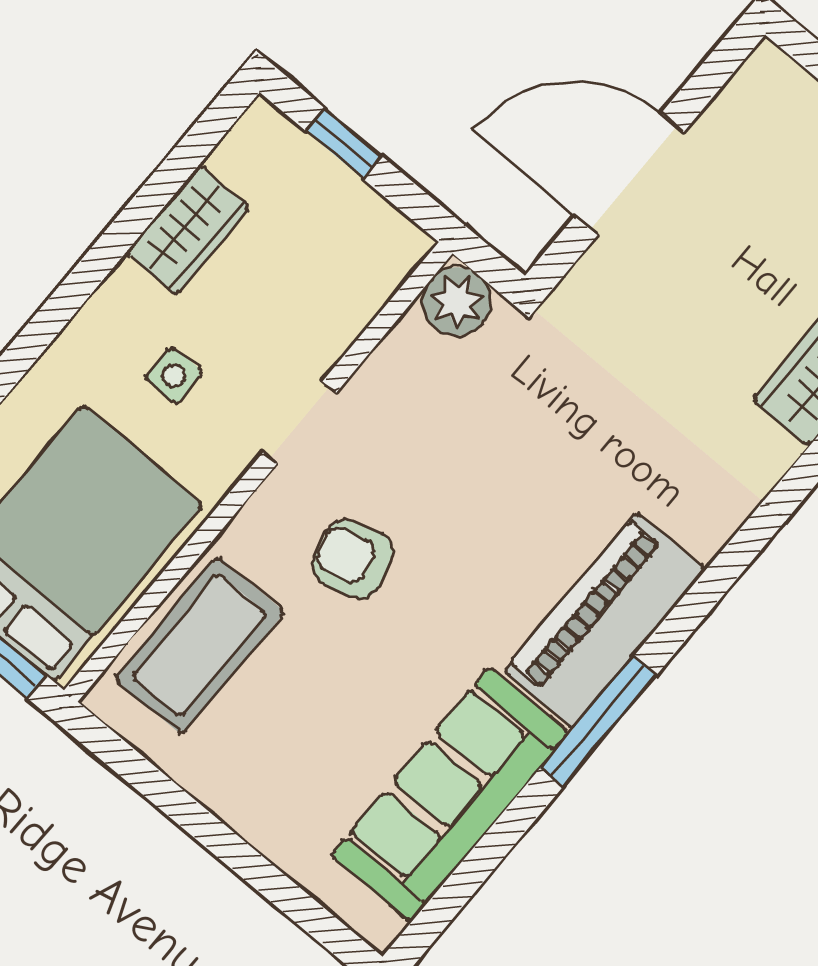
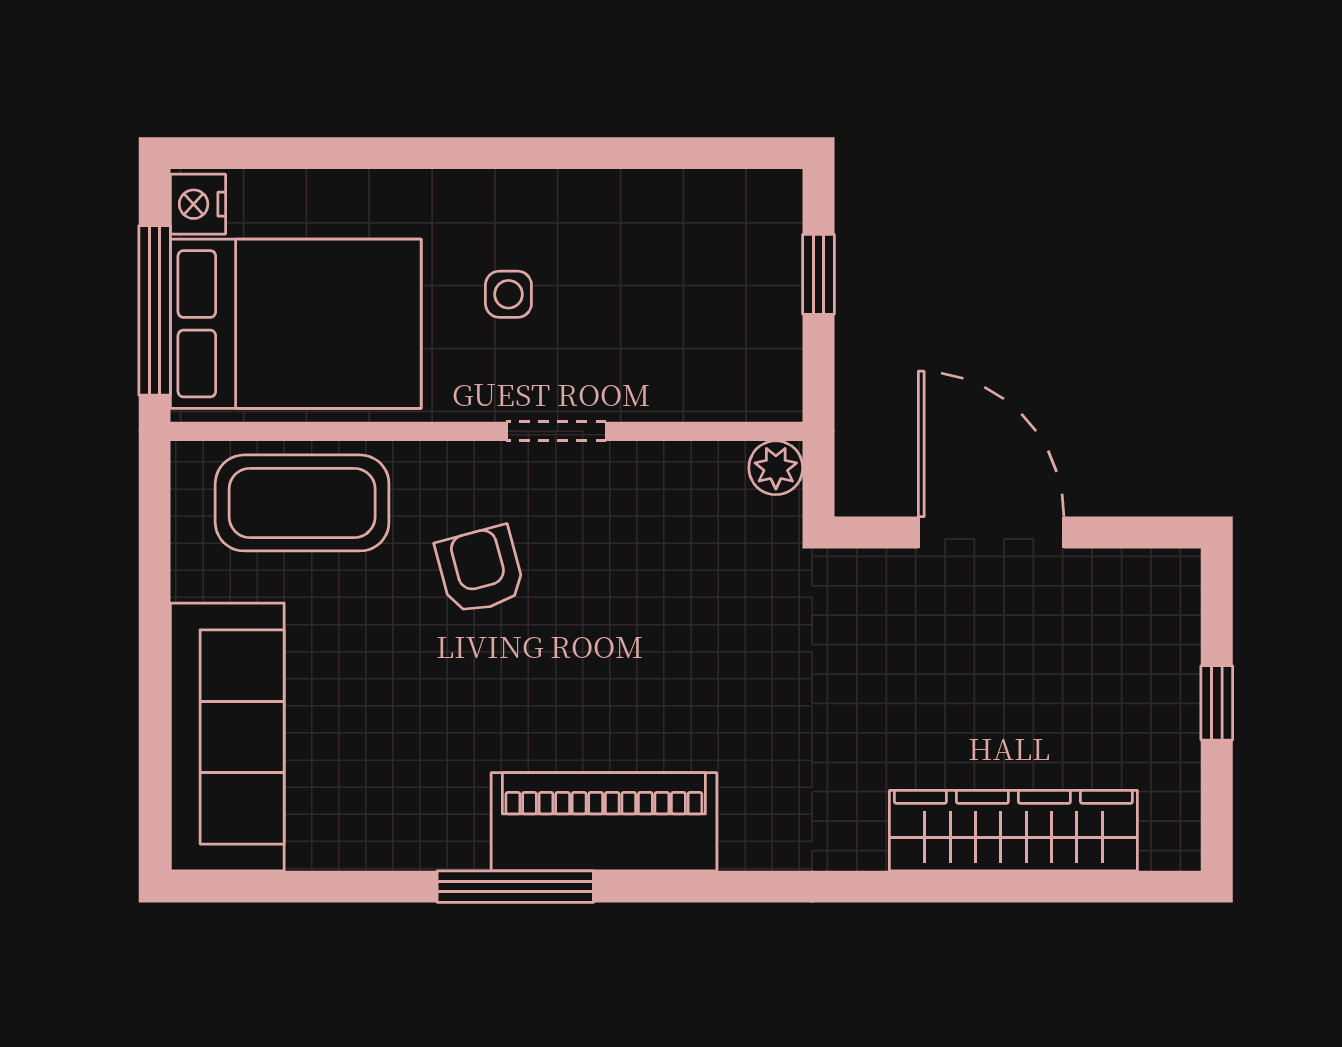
wardrobe: (188, 230) -> (638, 205), removed
plant: (457, 302) -> (776, 468), width x0.73, depth x0.73
sofa: (450, 794) -> (227, 737), moved, turned 90

